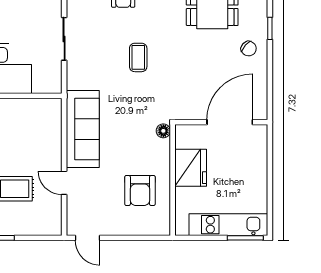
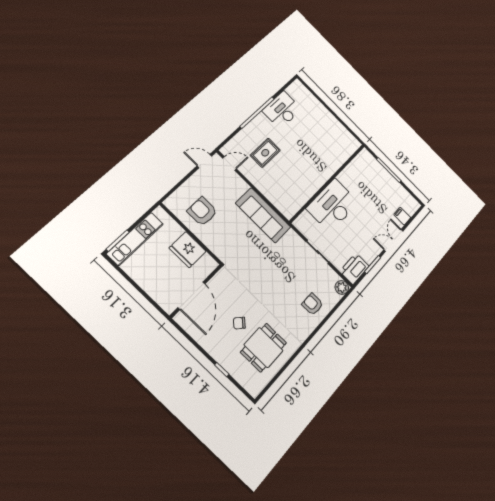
chair: (249, 49) -> (239, 323), moved
coffee table: (138, 57) -> (273, 280), removed
floor lamp: (163, 131) -> (222, 255), removed
door: (64, 183) -> (230, 163), moved

